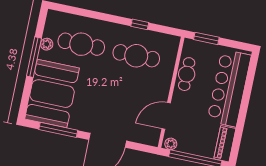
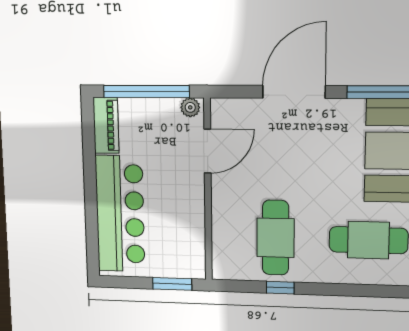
cafe table: (136, 56) -> (276, 238), turned 90
cafe table: (187, 74) -> (190, 224), removed

